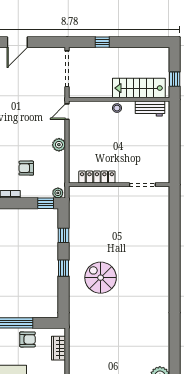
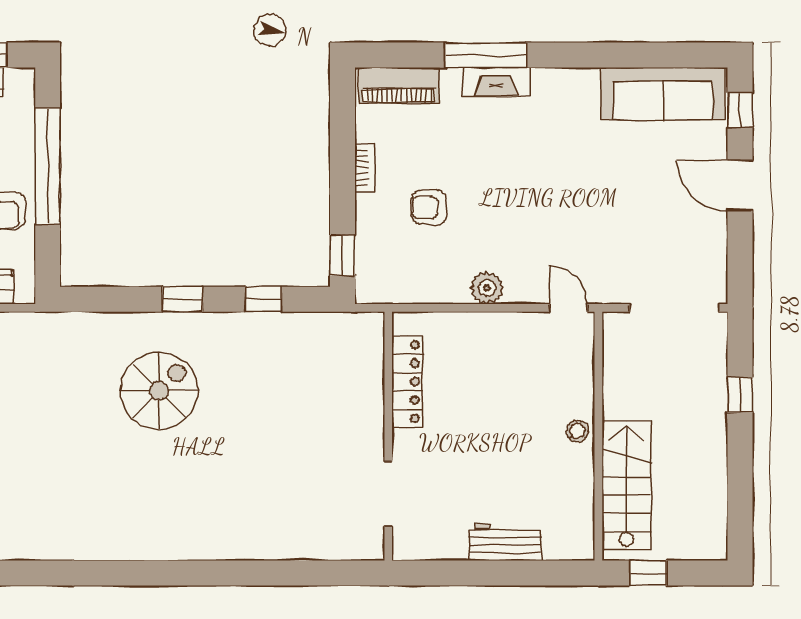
workbench: (150, 109) -> (505, 542), moved, turned 90
armchair: (26, 168) -> (429, 207), turned -90
plant: (58, 193) -> (368, 285), removed

